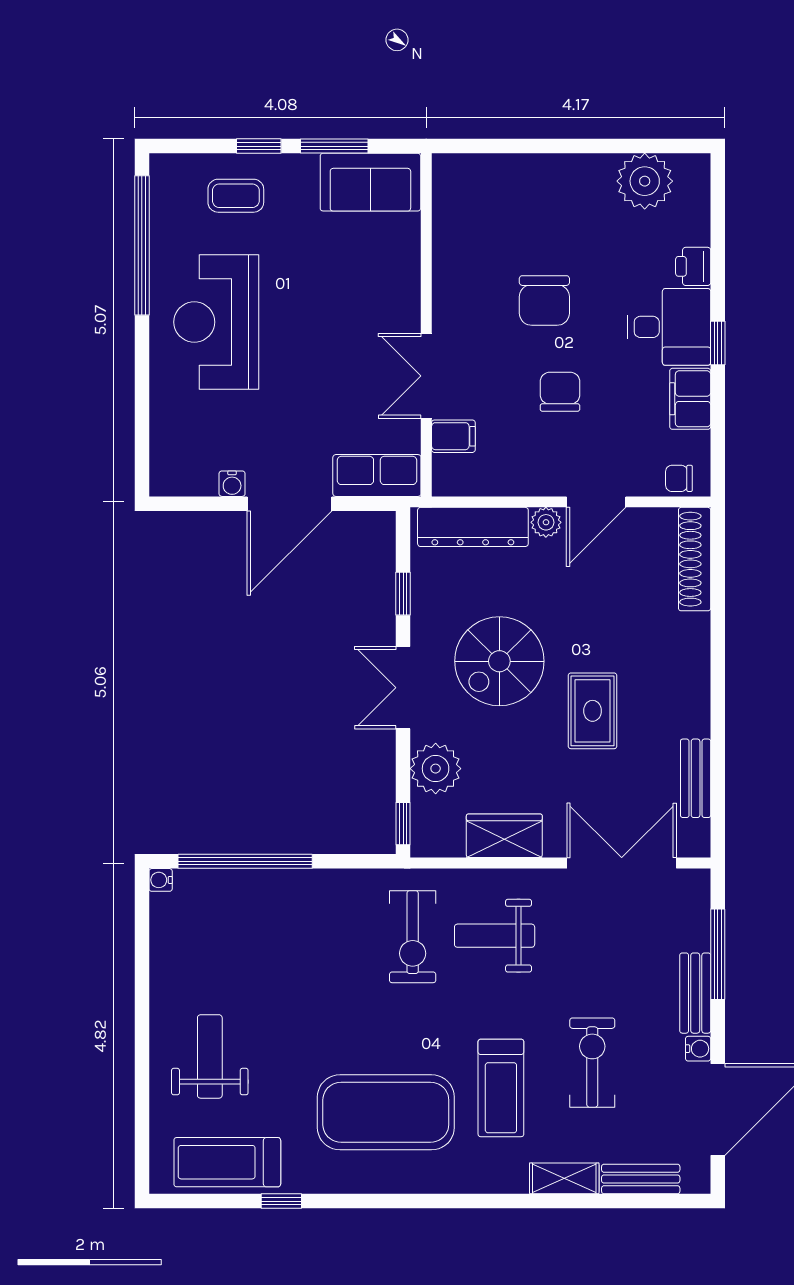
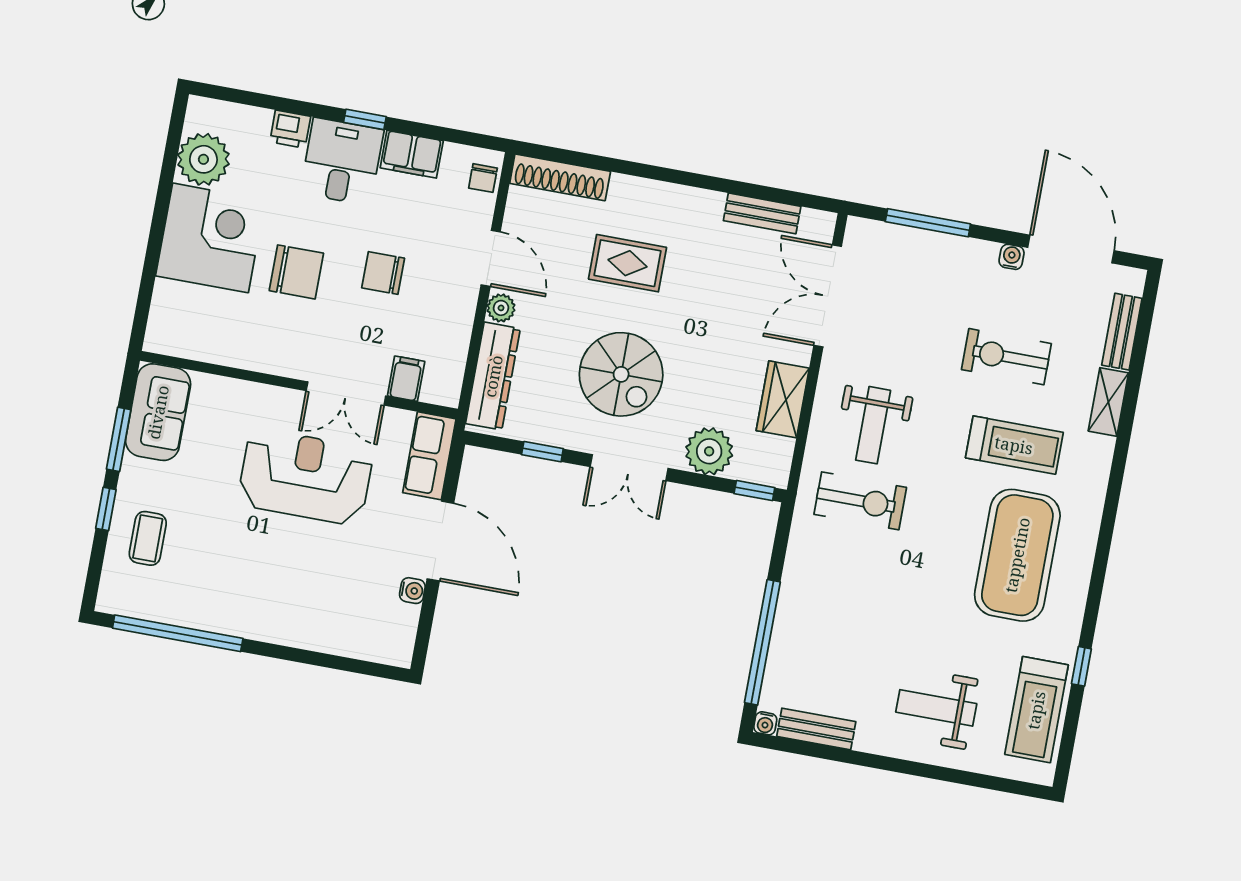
corner desk: (564, 204) -> (210, 238), added
reception desk: (216, 322) -> (305, 477), moved, turned 180
rug: (593, 711) -> (627, 263), moved
bench: (695, 993) -> (816, 729), moved

